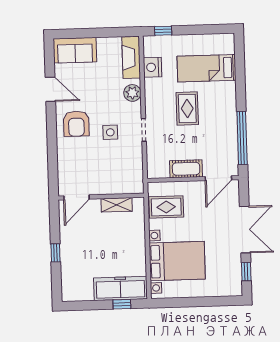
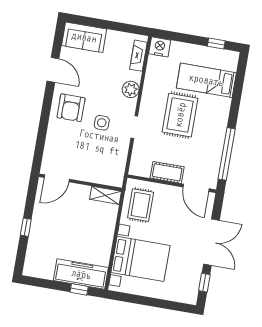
window: (163, 31) -> (216, 44), moved
fireplace: (131, 58) -> (138, 56), width x0.73, depth x0.76
nightstand: (152, 67) -> (160, 47), moved, turned 90
rug: (187, 108) -> (180, 115), width x1.36, depth x1.43
door: (218, 178) -> (196, 188), hinge flipped
shelving: (117, 205) -> (106, 195), moved
rug: (166, 207) -> (141, 205), turned 90

